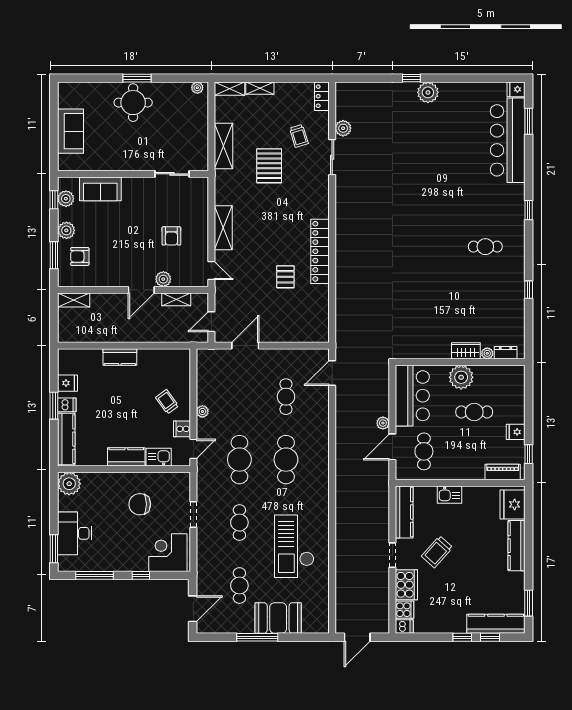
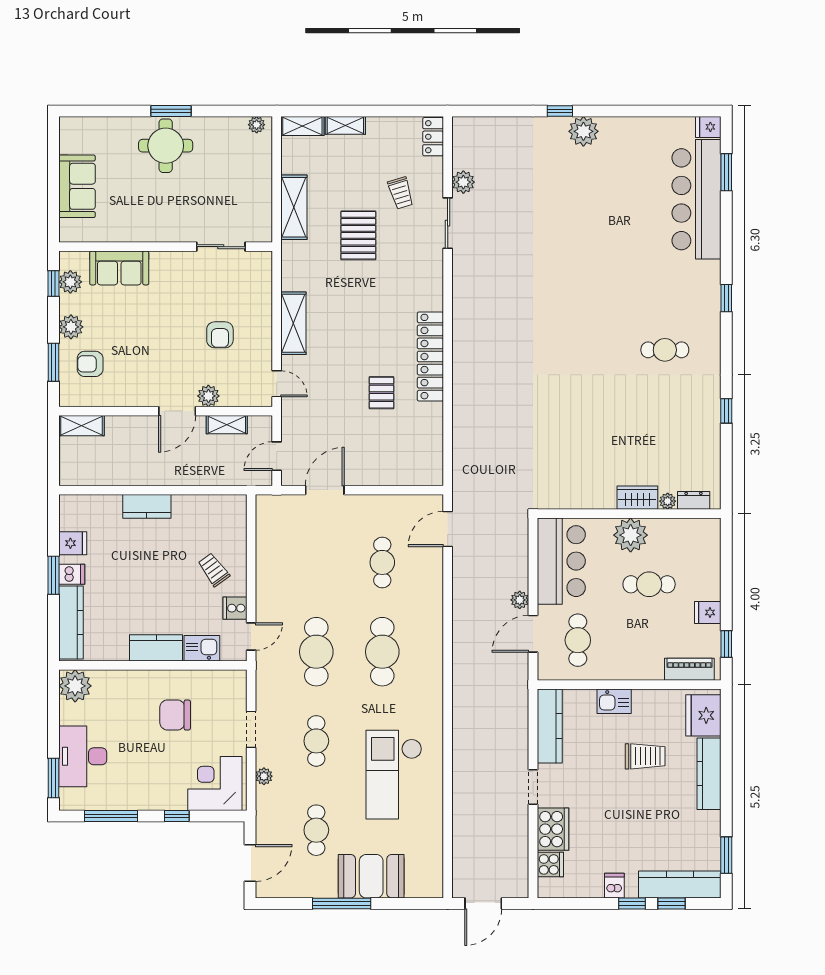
plant: (202, 411) -> (264, 776), moved
trolley: (437, 552) -> (645, 756), moved, turned -132
dishwasher: (404, 626) -> (614, 886), moved, turned -90

